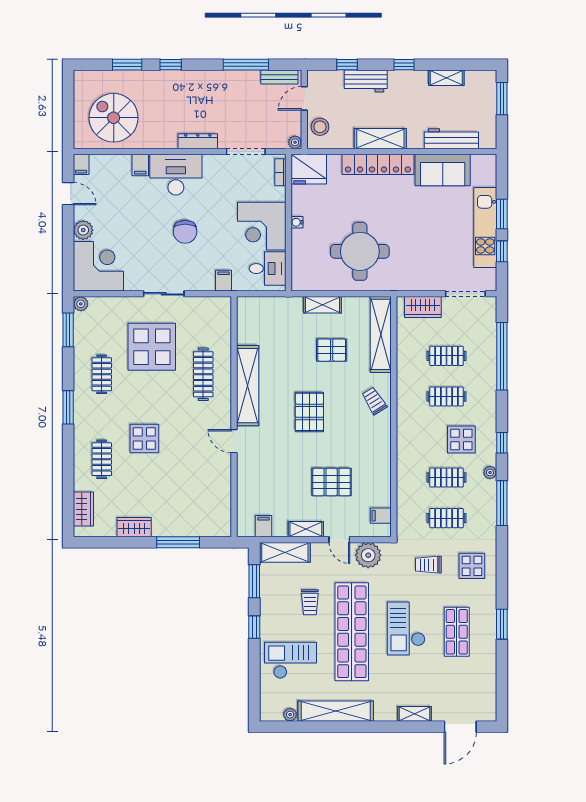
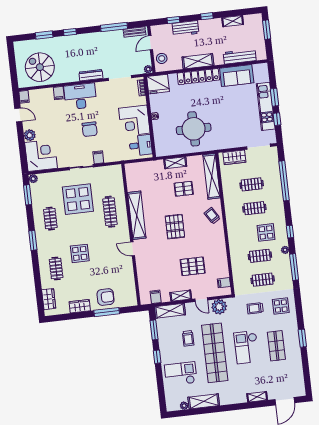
filing cabinet: (224, 281) -> (98, 157), moved
armchair: (179, 517) -> (105, 297), added
shelving: (336, 711) -> (204, 401), width x0.68

